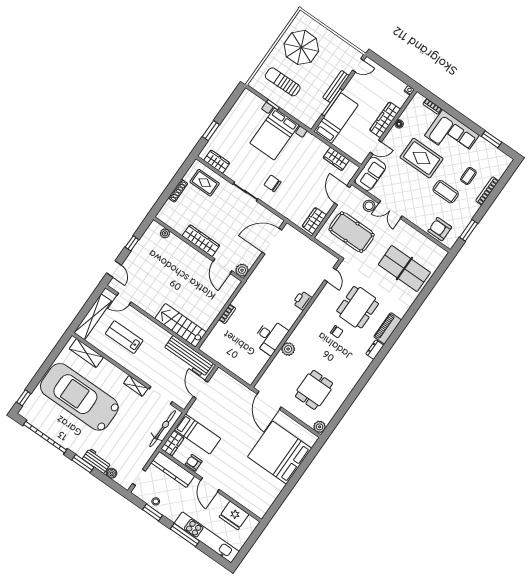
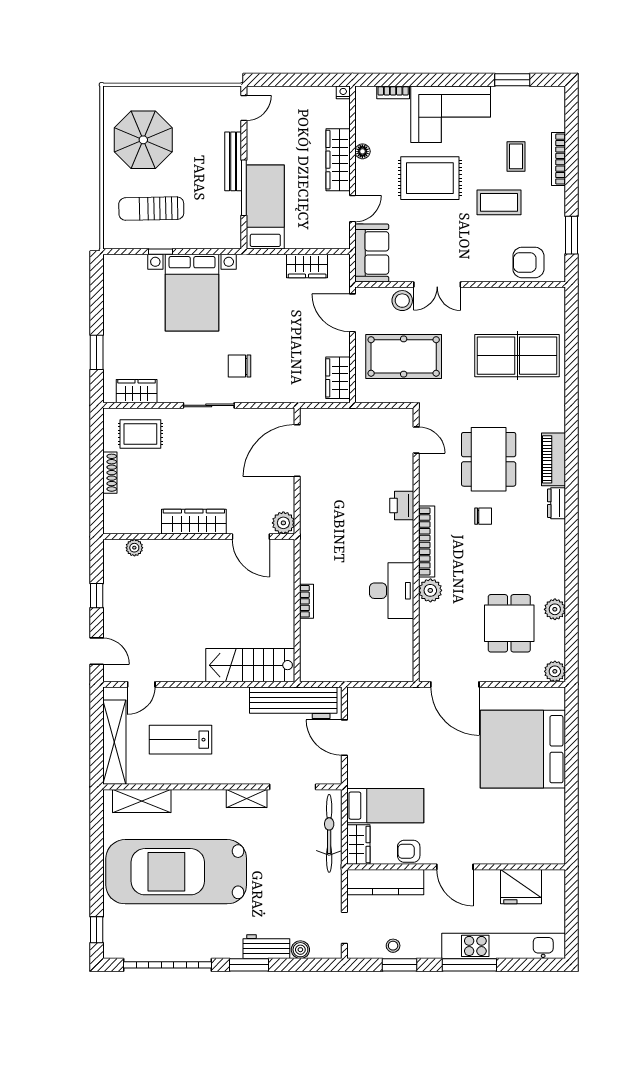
bookcase: (302, 325) -> (427, 541), added
plant: (340, 398) -> (555, 609), added

